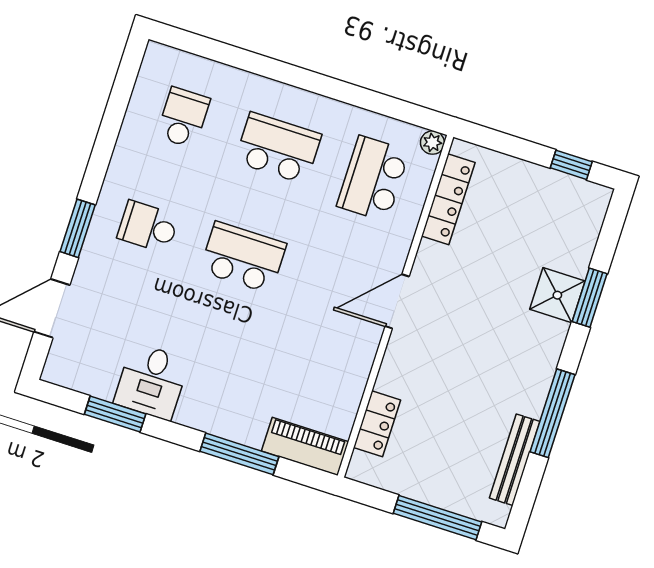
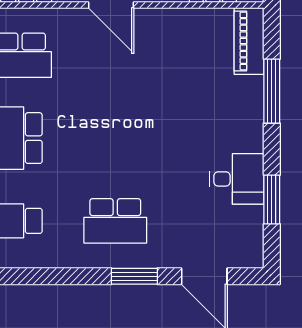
school desk: (148, 227) -> (115, 221), width x1.85
school desk: (243, 257) -> (115, 138), removed

